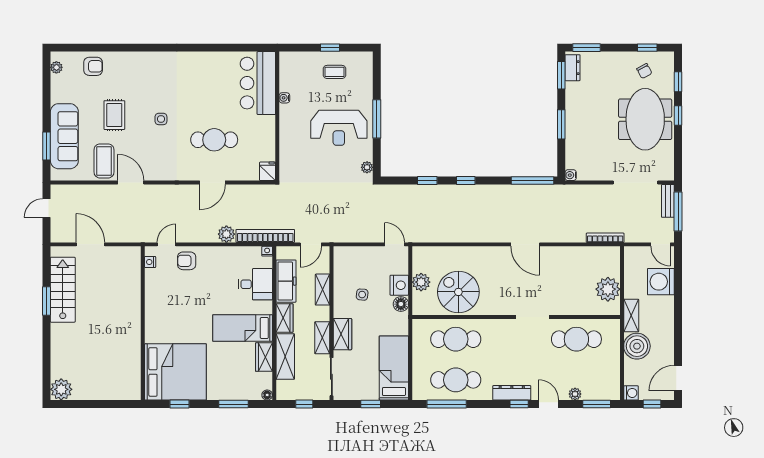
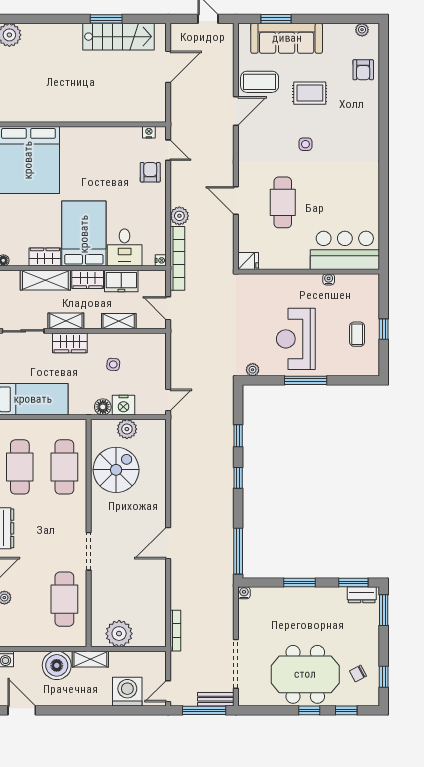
freezer: (286, 281) -> (121, 281), width x0.71
bed: (243, 328) -> (84, 234), width x1.50

